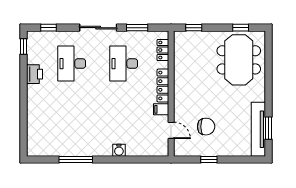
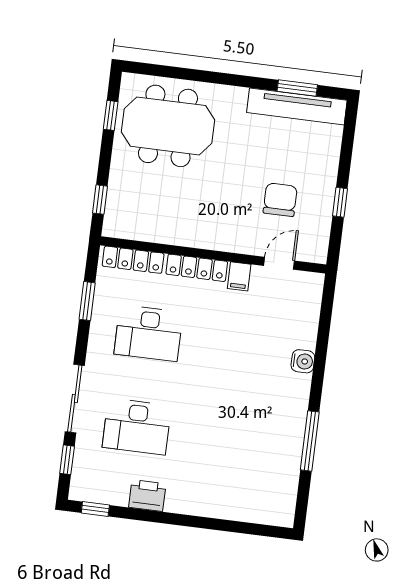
sliding door: (98, 28) -> (75, 399), moved
locker: (163, 50) -> (133, 260), width x1.53

